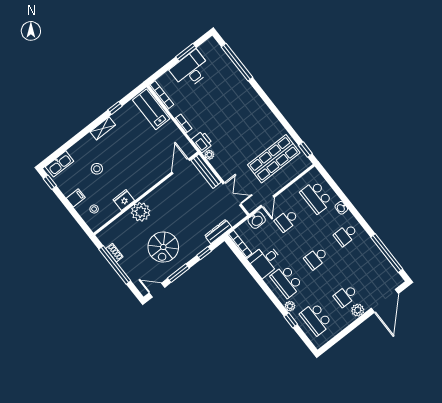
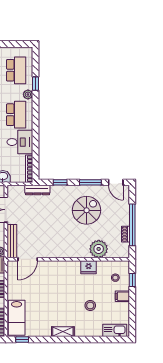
window: (115, 108) -> (22, 339), moved
window: (50, 182) -> (132, 280), moved
plant: (141, 212) -> (99, 249), moved

